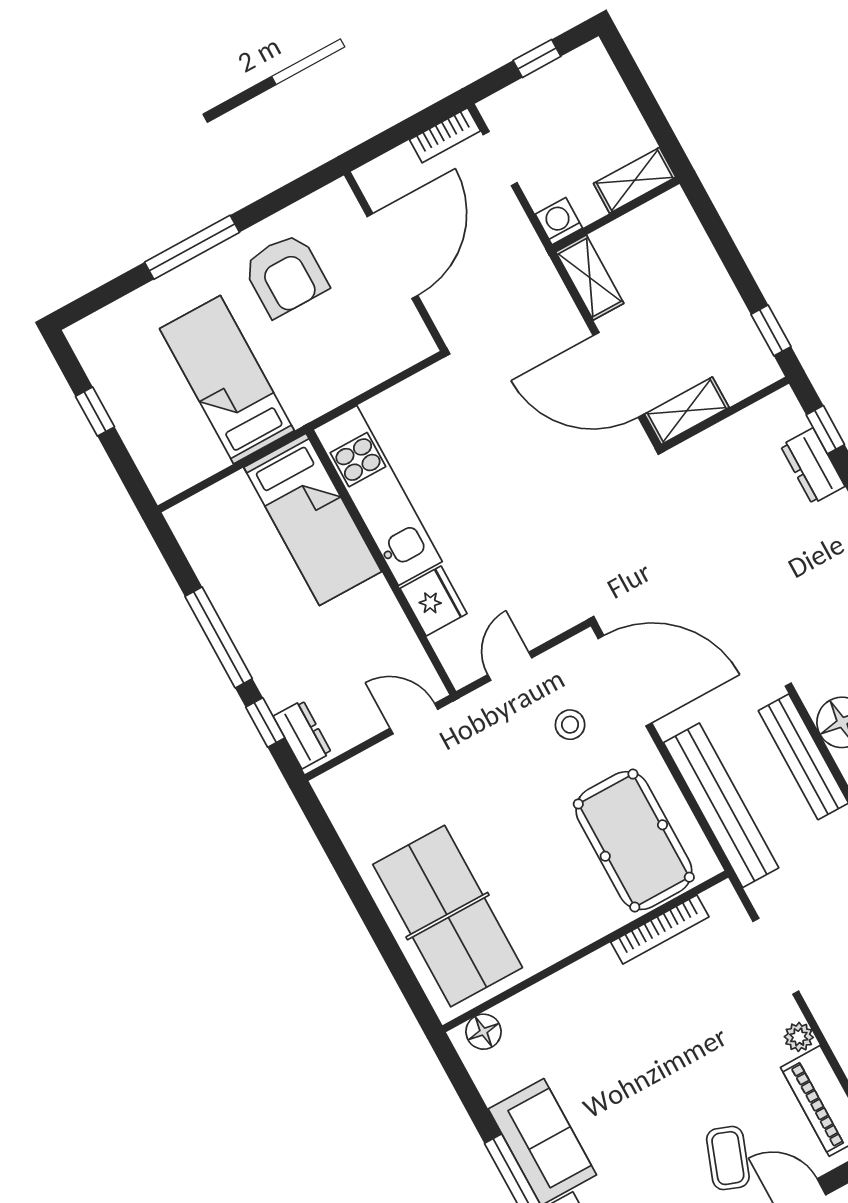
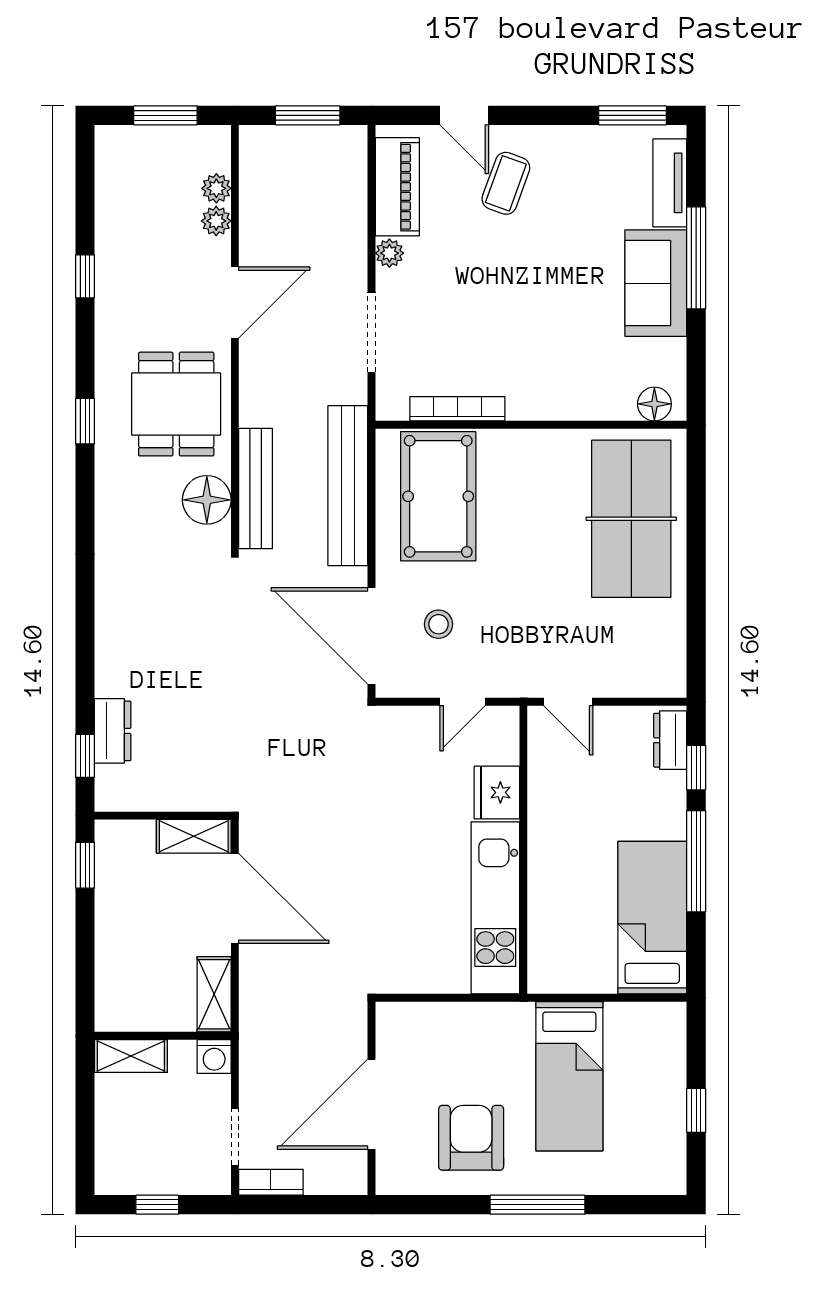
bed: (313, 519) -> (652, 918), moved

